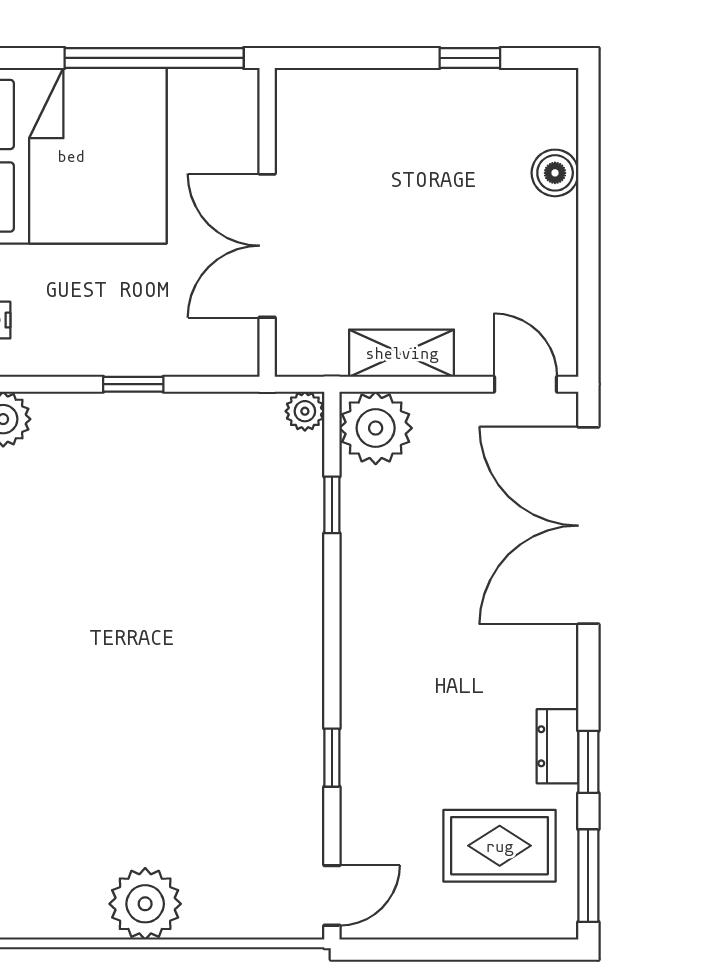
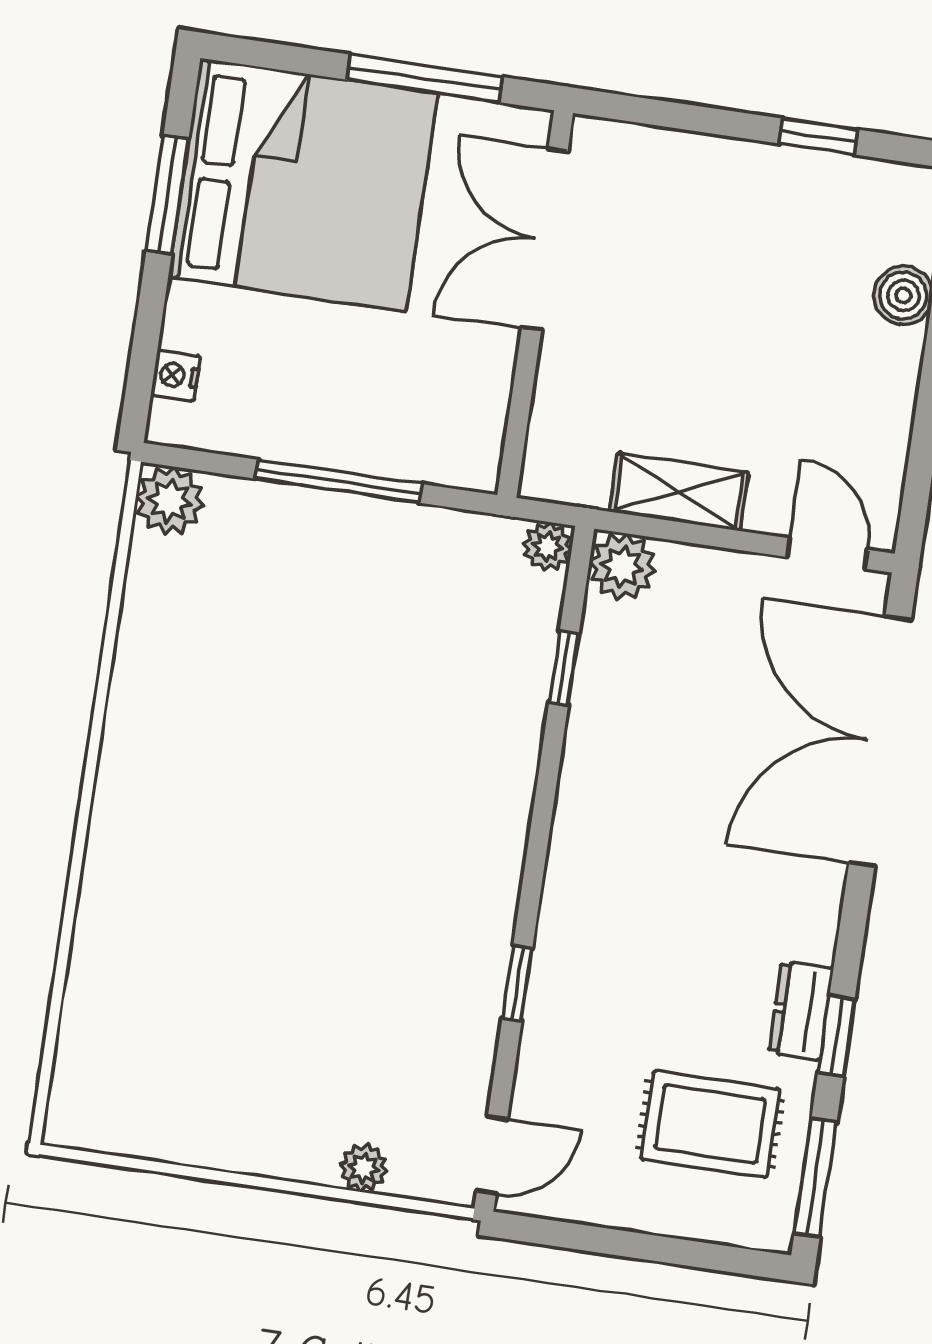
window: (154, 58) -> (425, 78), width x0.68
double door: (267, 246) -> (545, 240), moved
window: (133, 384) -> (339, 481), width x2.17
plant: (376, 428) -> (622, 567), width x0.73, depth x0.73
plant: (145, 904) -> (364, 1168), moved, width x0.53, depth x0.53

